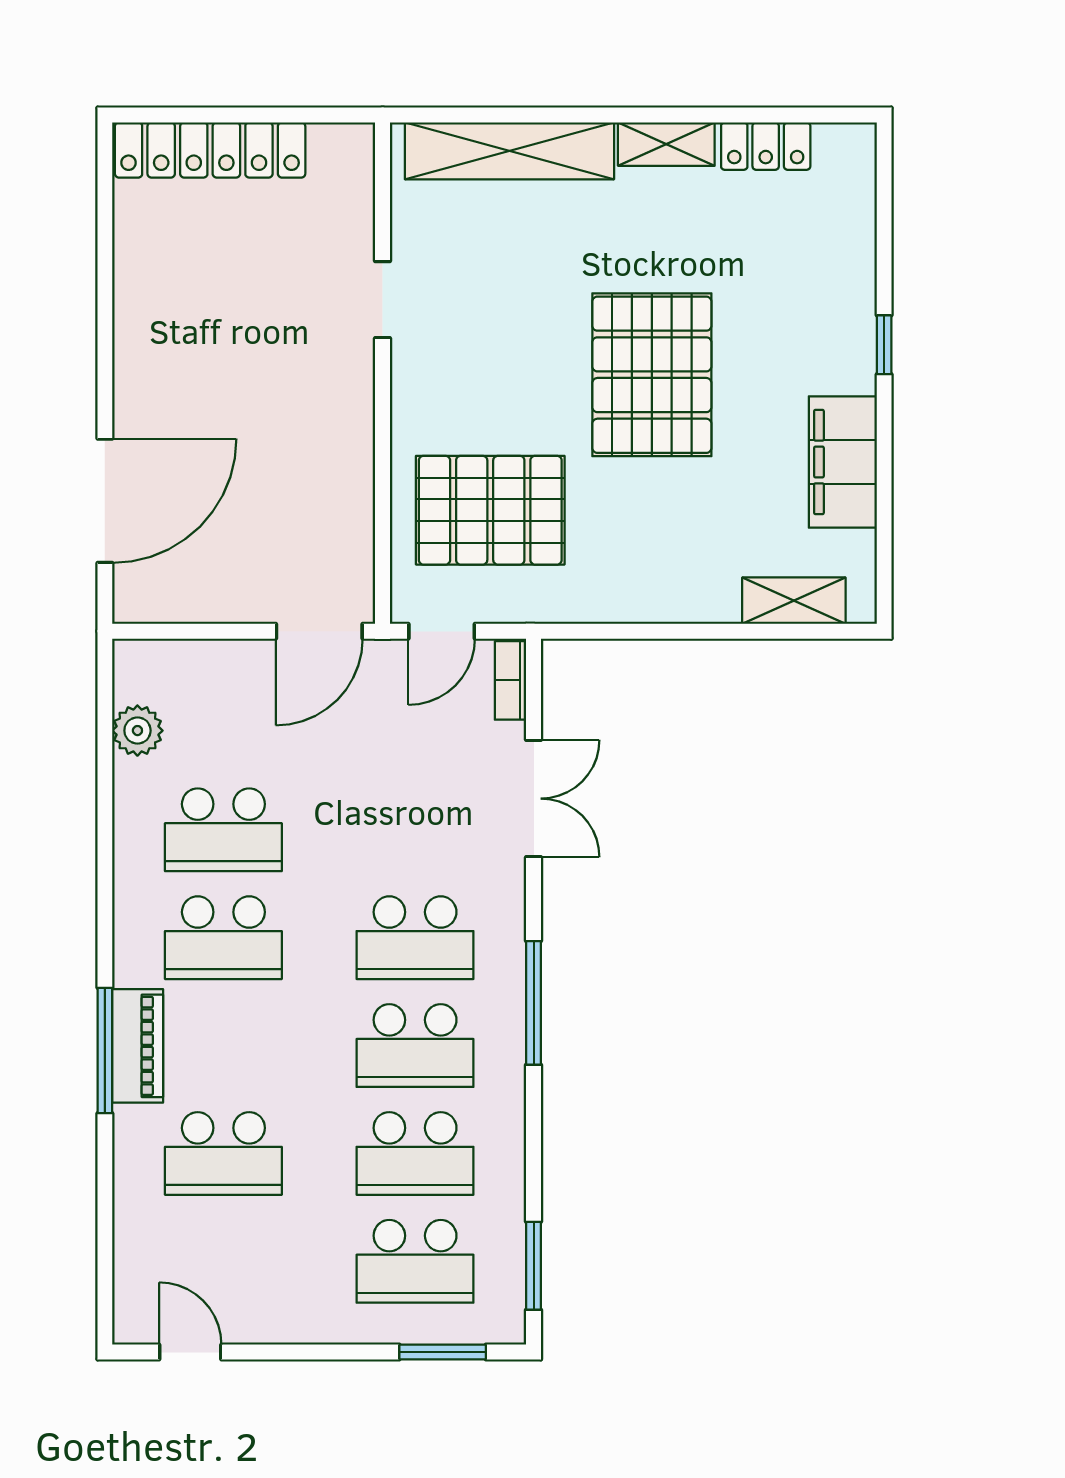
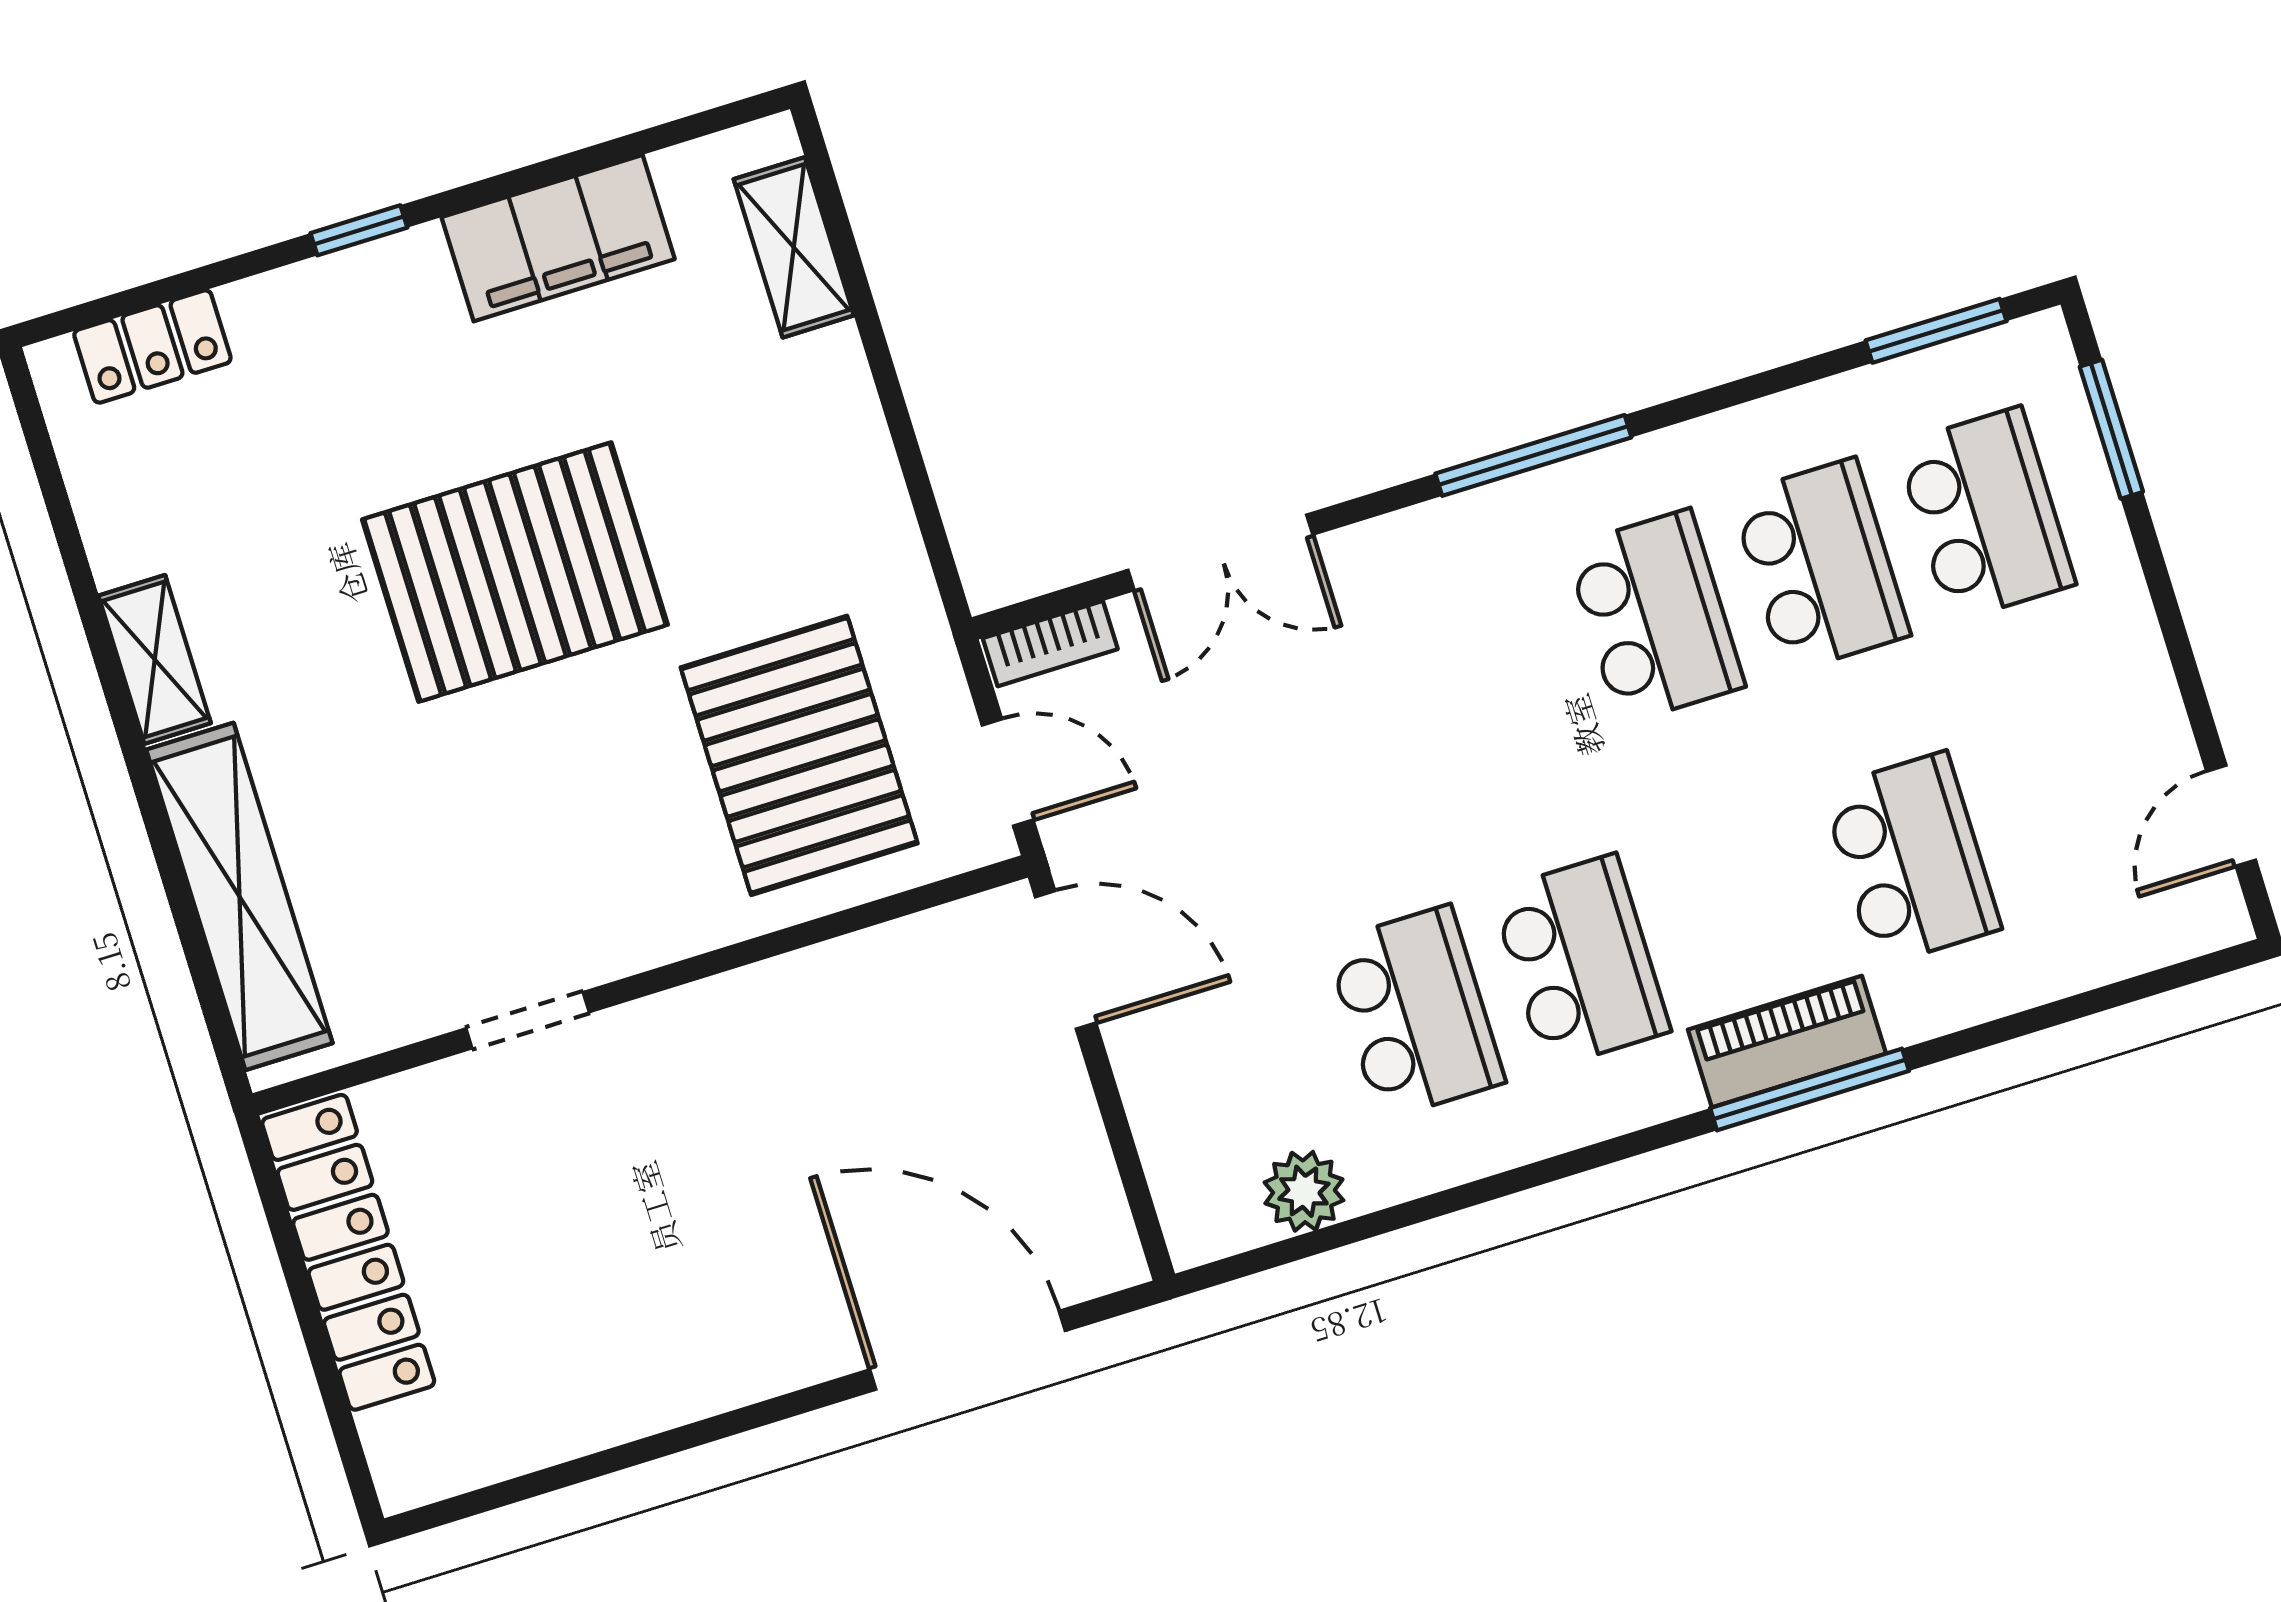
locker: (766, 146) -> (152, 347), moved, turned 90
locker: (210, 150) -> (348, 1252), moved
double door: (534, 799) -> (1220, 552), swing flipped
school desk: (415, 938) -> (1490, 668), removed

